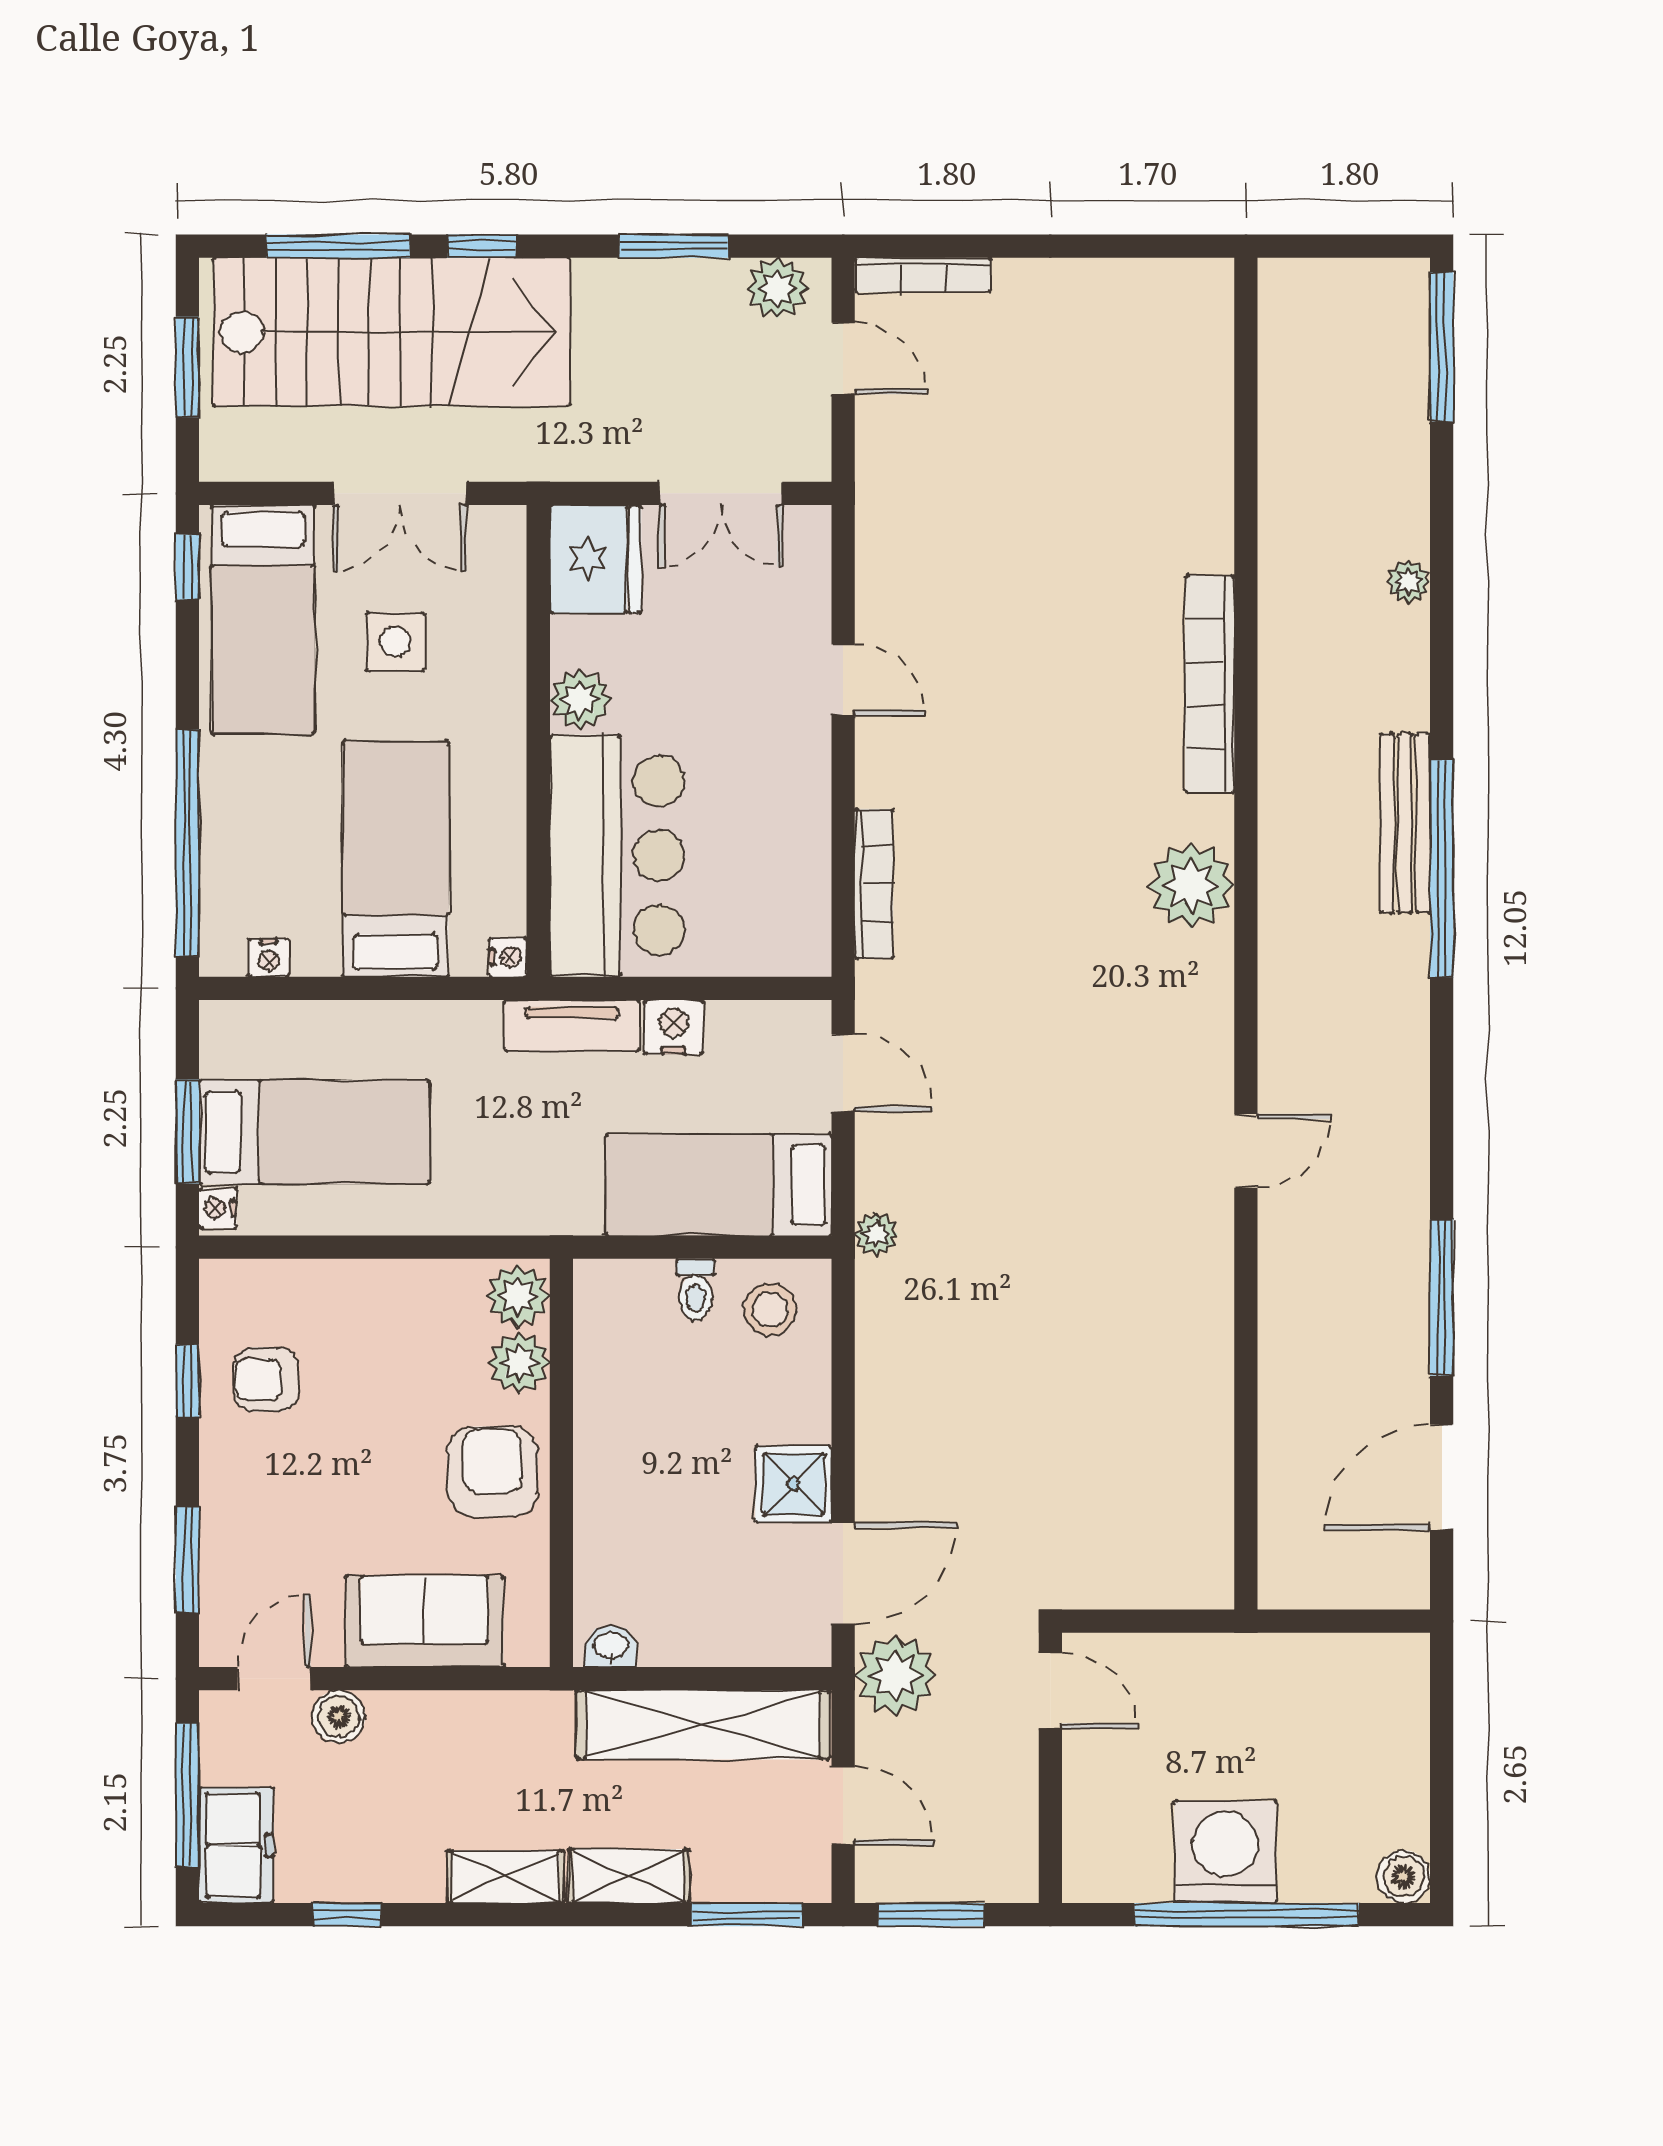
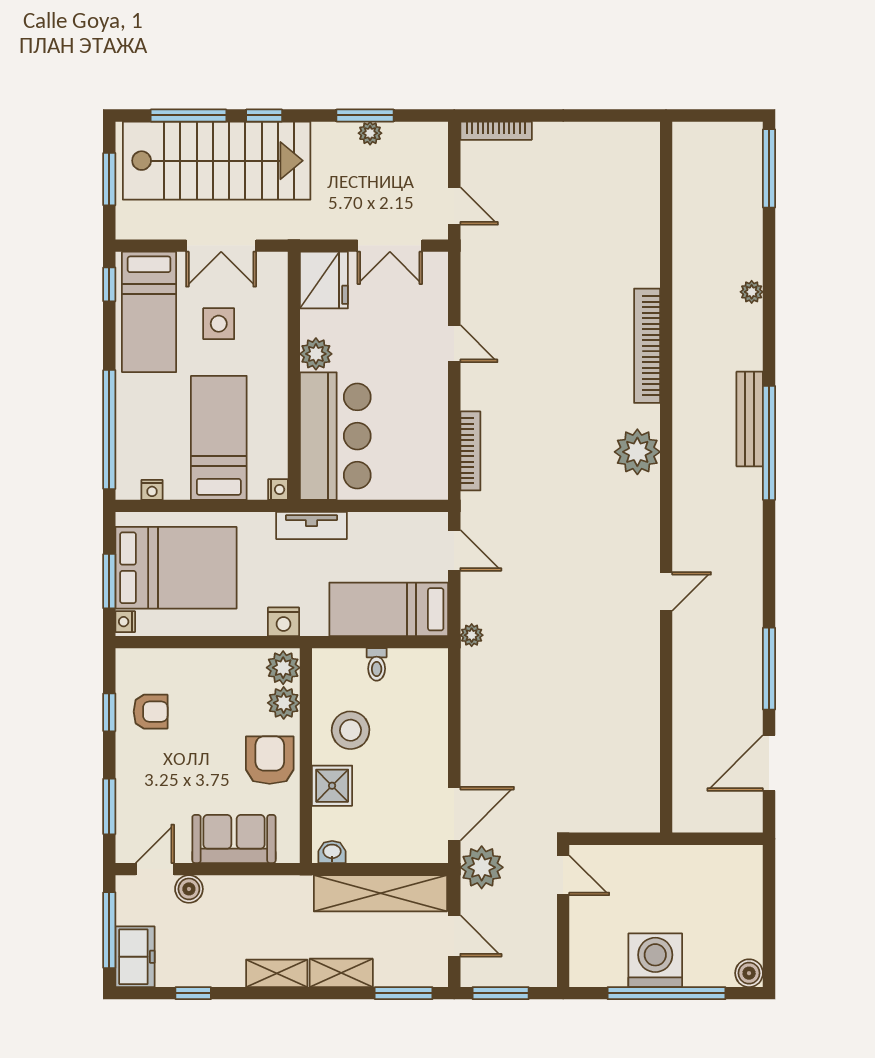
plant: (777, 288) -> (370, 133), moved, width x0.73, depth x0.73
door: (843, 358) -> (454, 206), moved
nightstand: (674, 1027) -> (284, 622), moved, turned 180
bed: (314, 1132) -> (176, 568), width x1.50
stool: (770, 1309) -> (351, 730), moved, width x1.38, depth x1.38
armchair: (266, 1379) -> (151, 712), turned 180
shower: (794, 1484) -> (332, 786), moved

